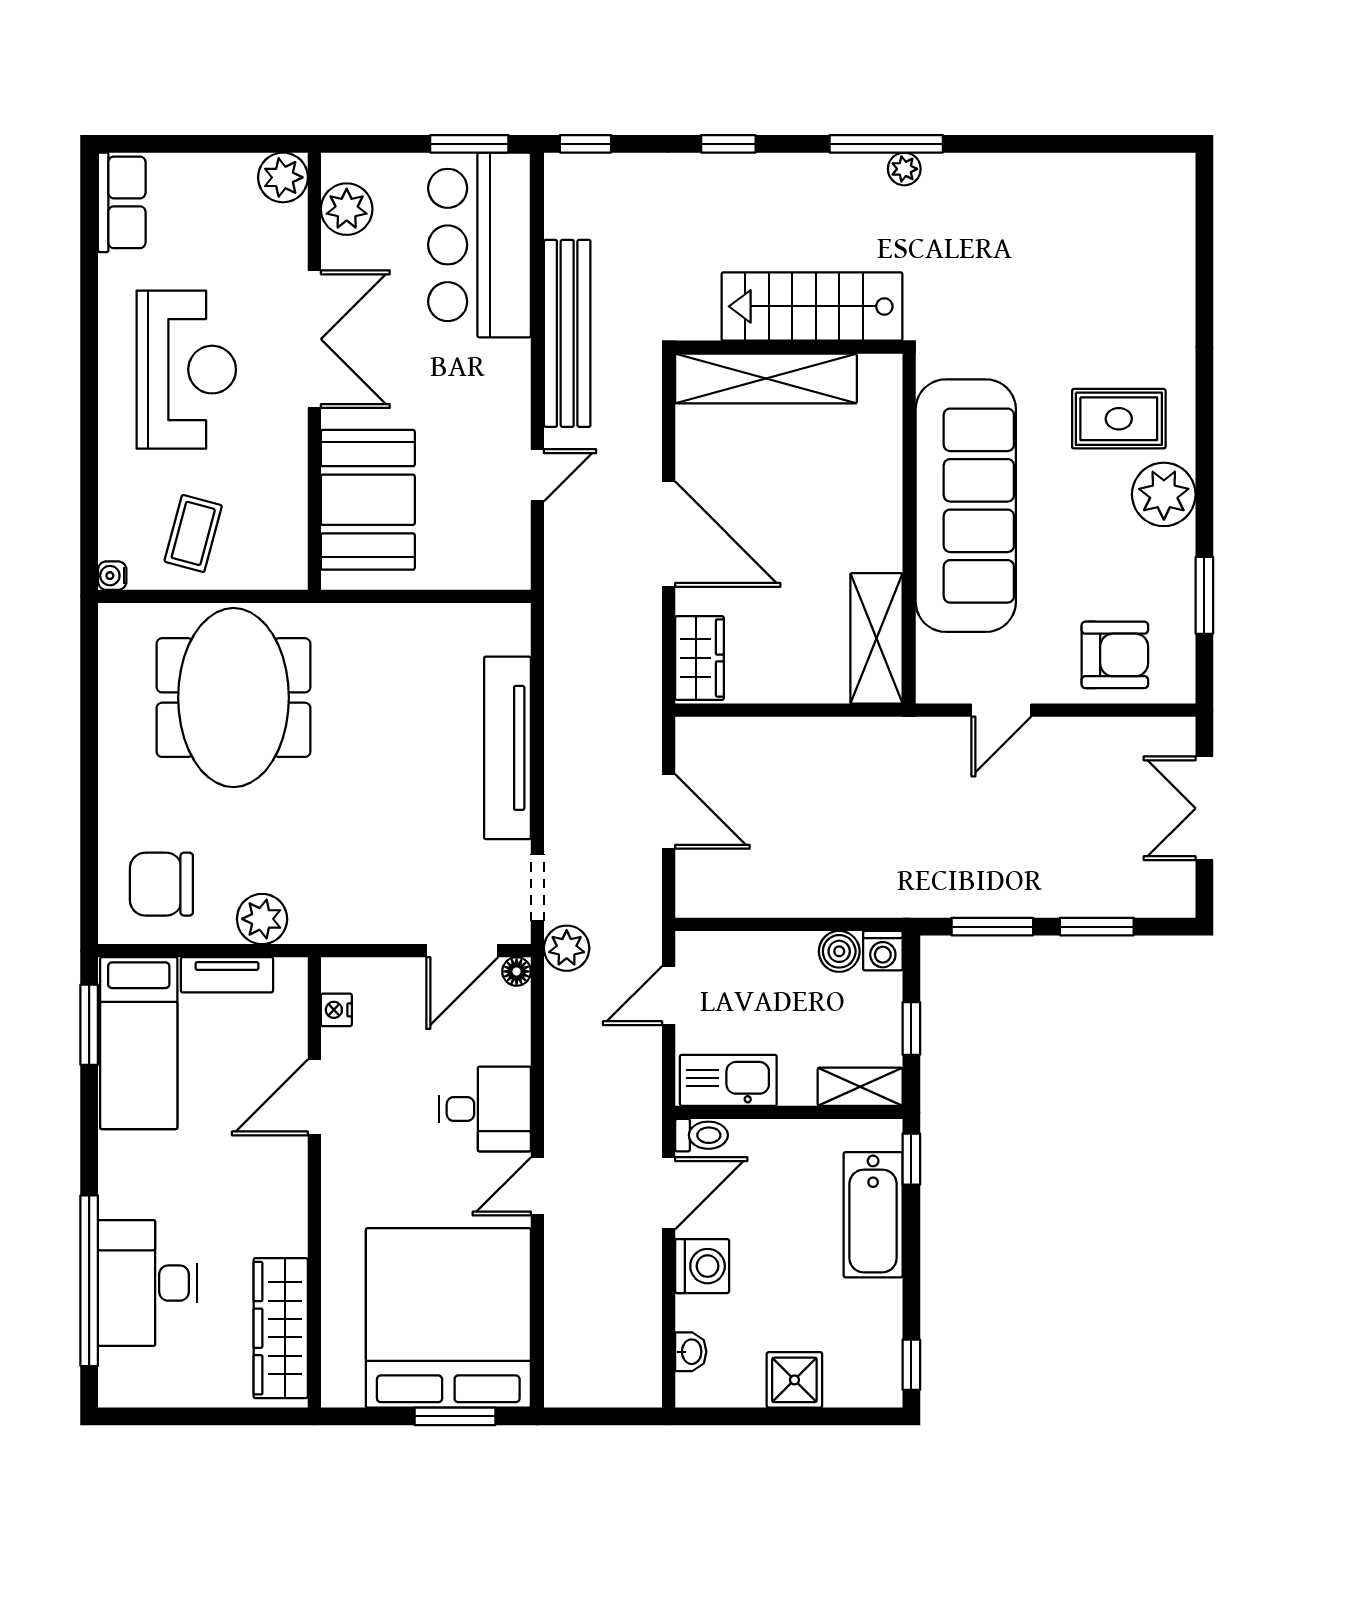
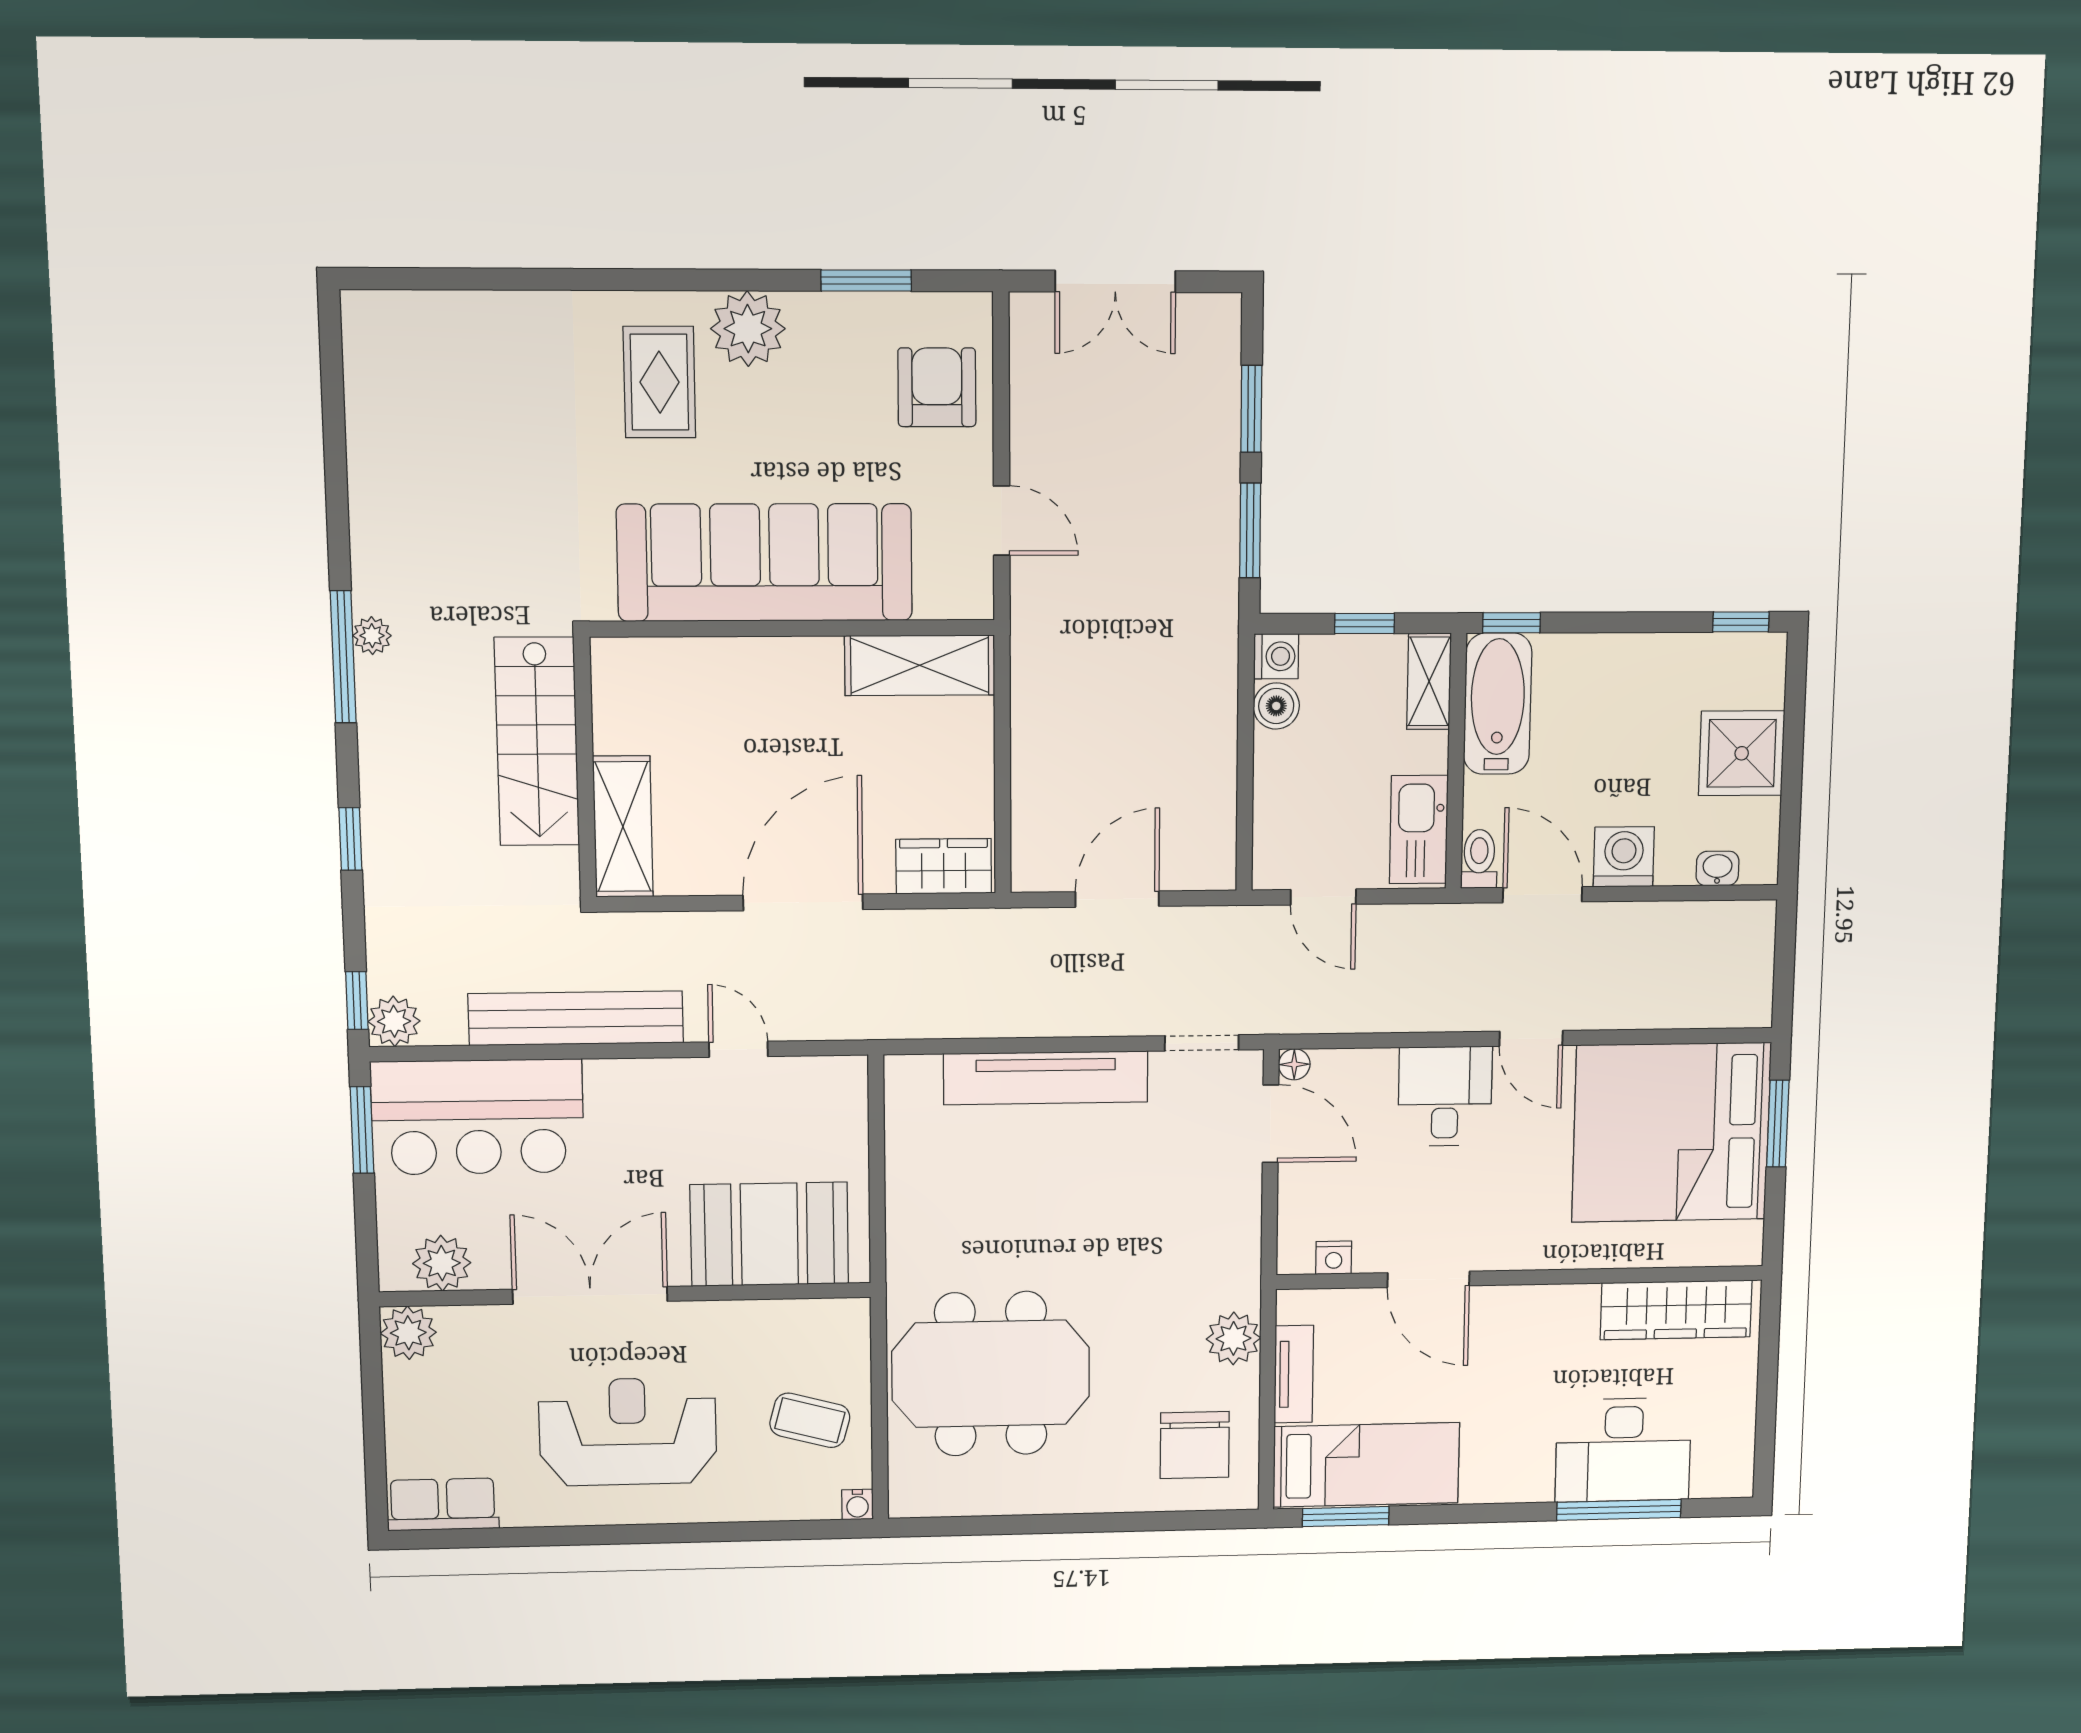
shelving: (766, 379) -> (623, 827), width x0.68
plant: (567, 948) -> (394, 1021), moved
bathtub: (873, 1215) -> (1498, 704), moved, turned -90
window: (89, 1281) -> (1619, 1510), width x0.68
shower: (794, 1380) -> (1742, 753), width x1.36, depth x1.36

